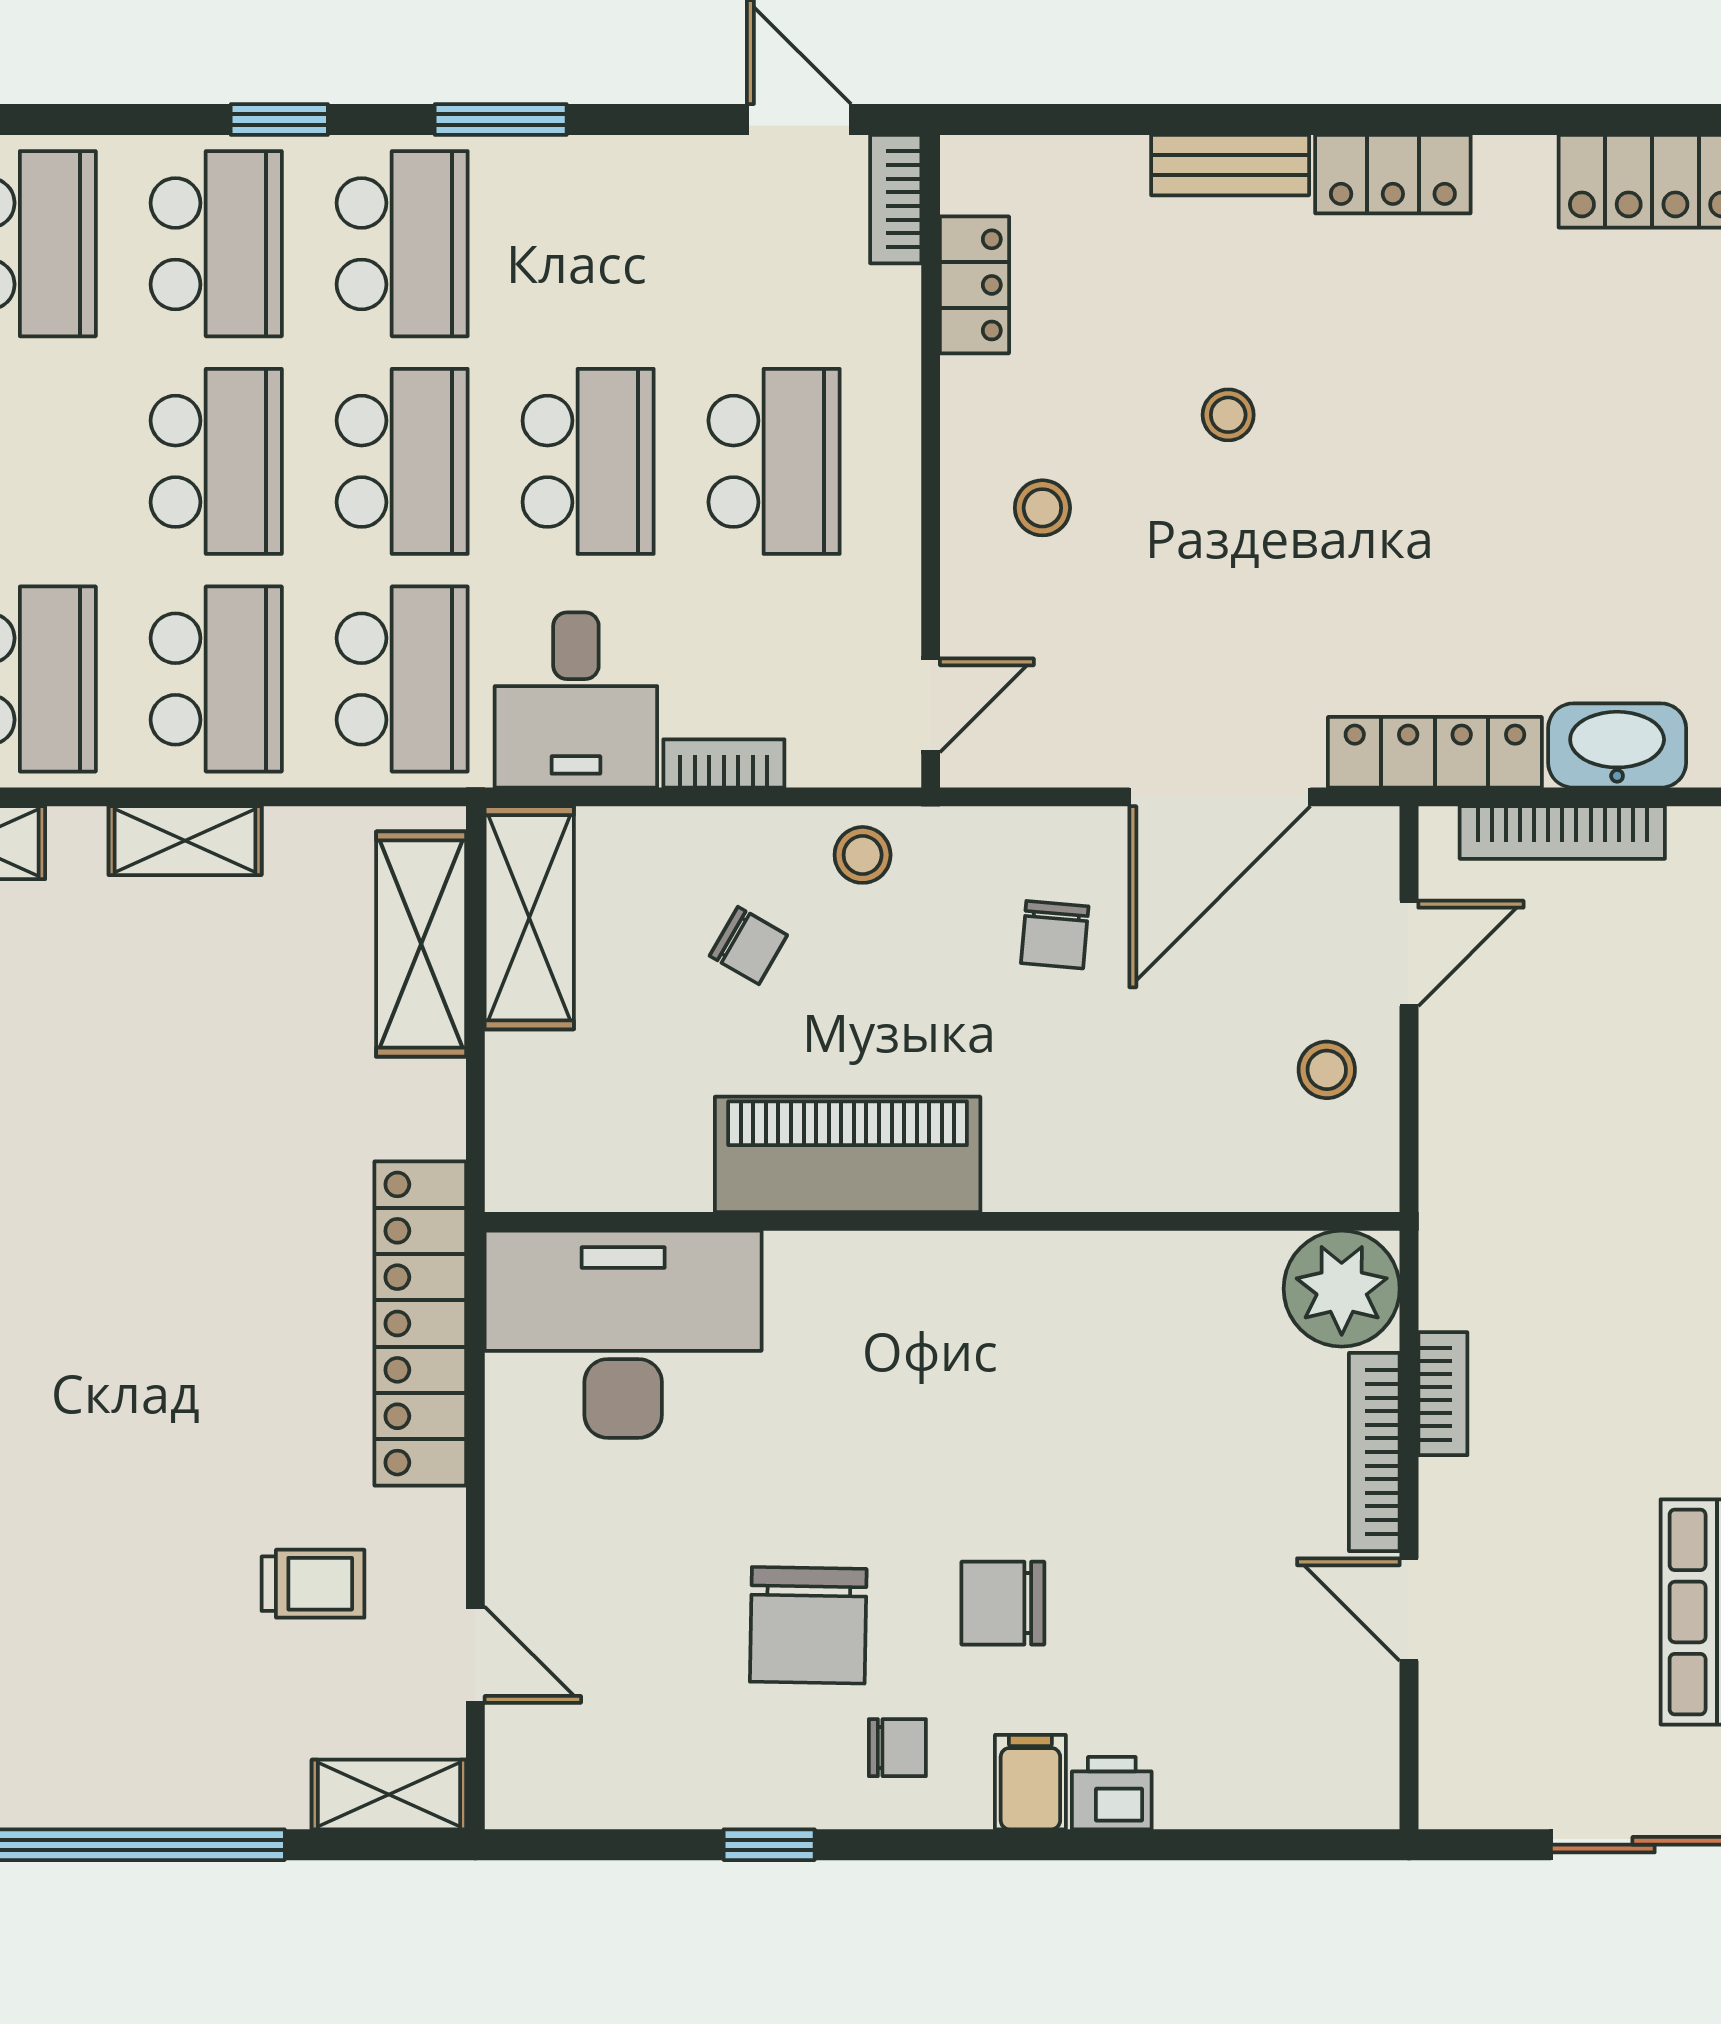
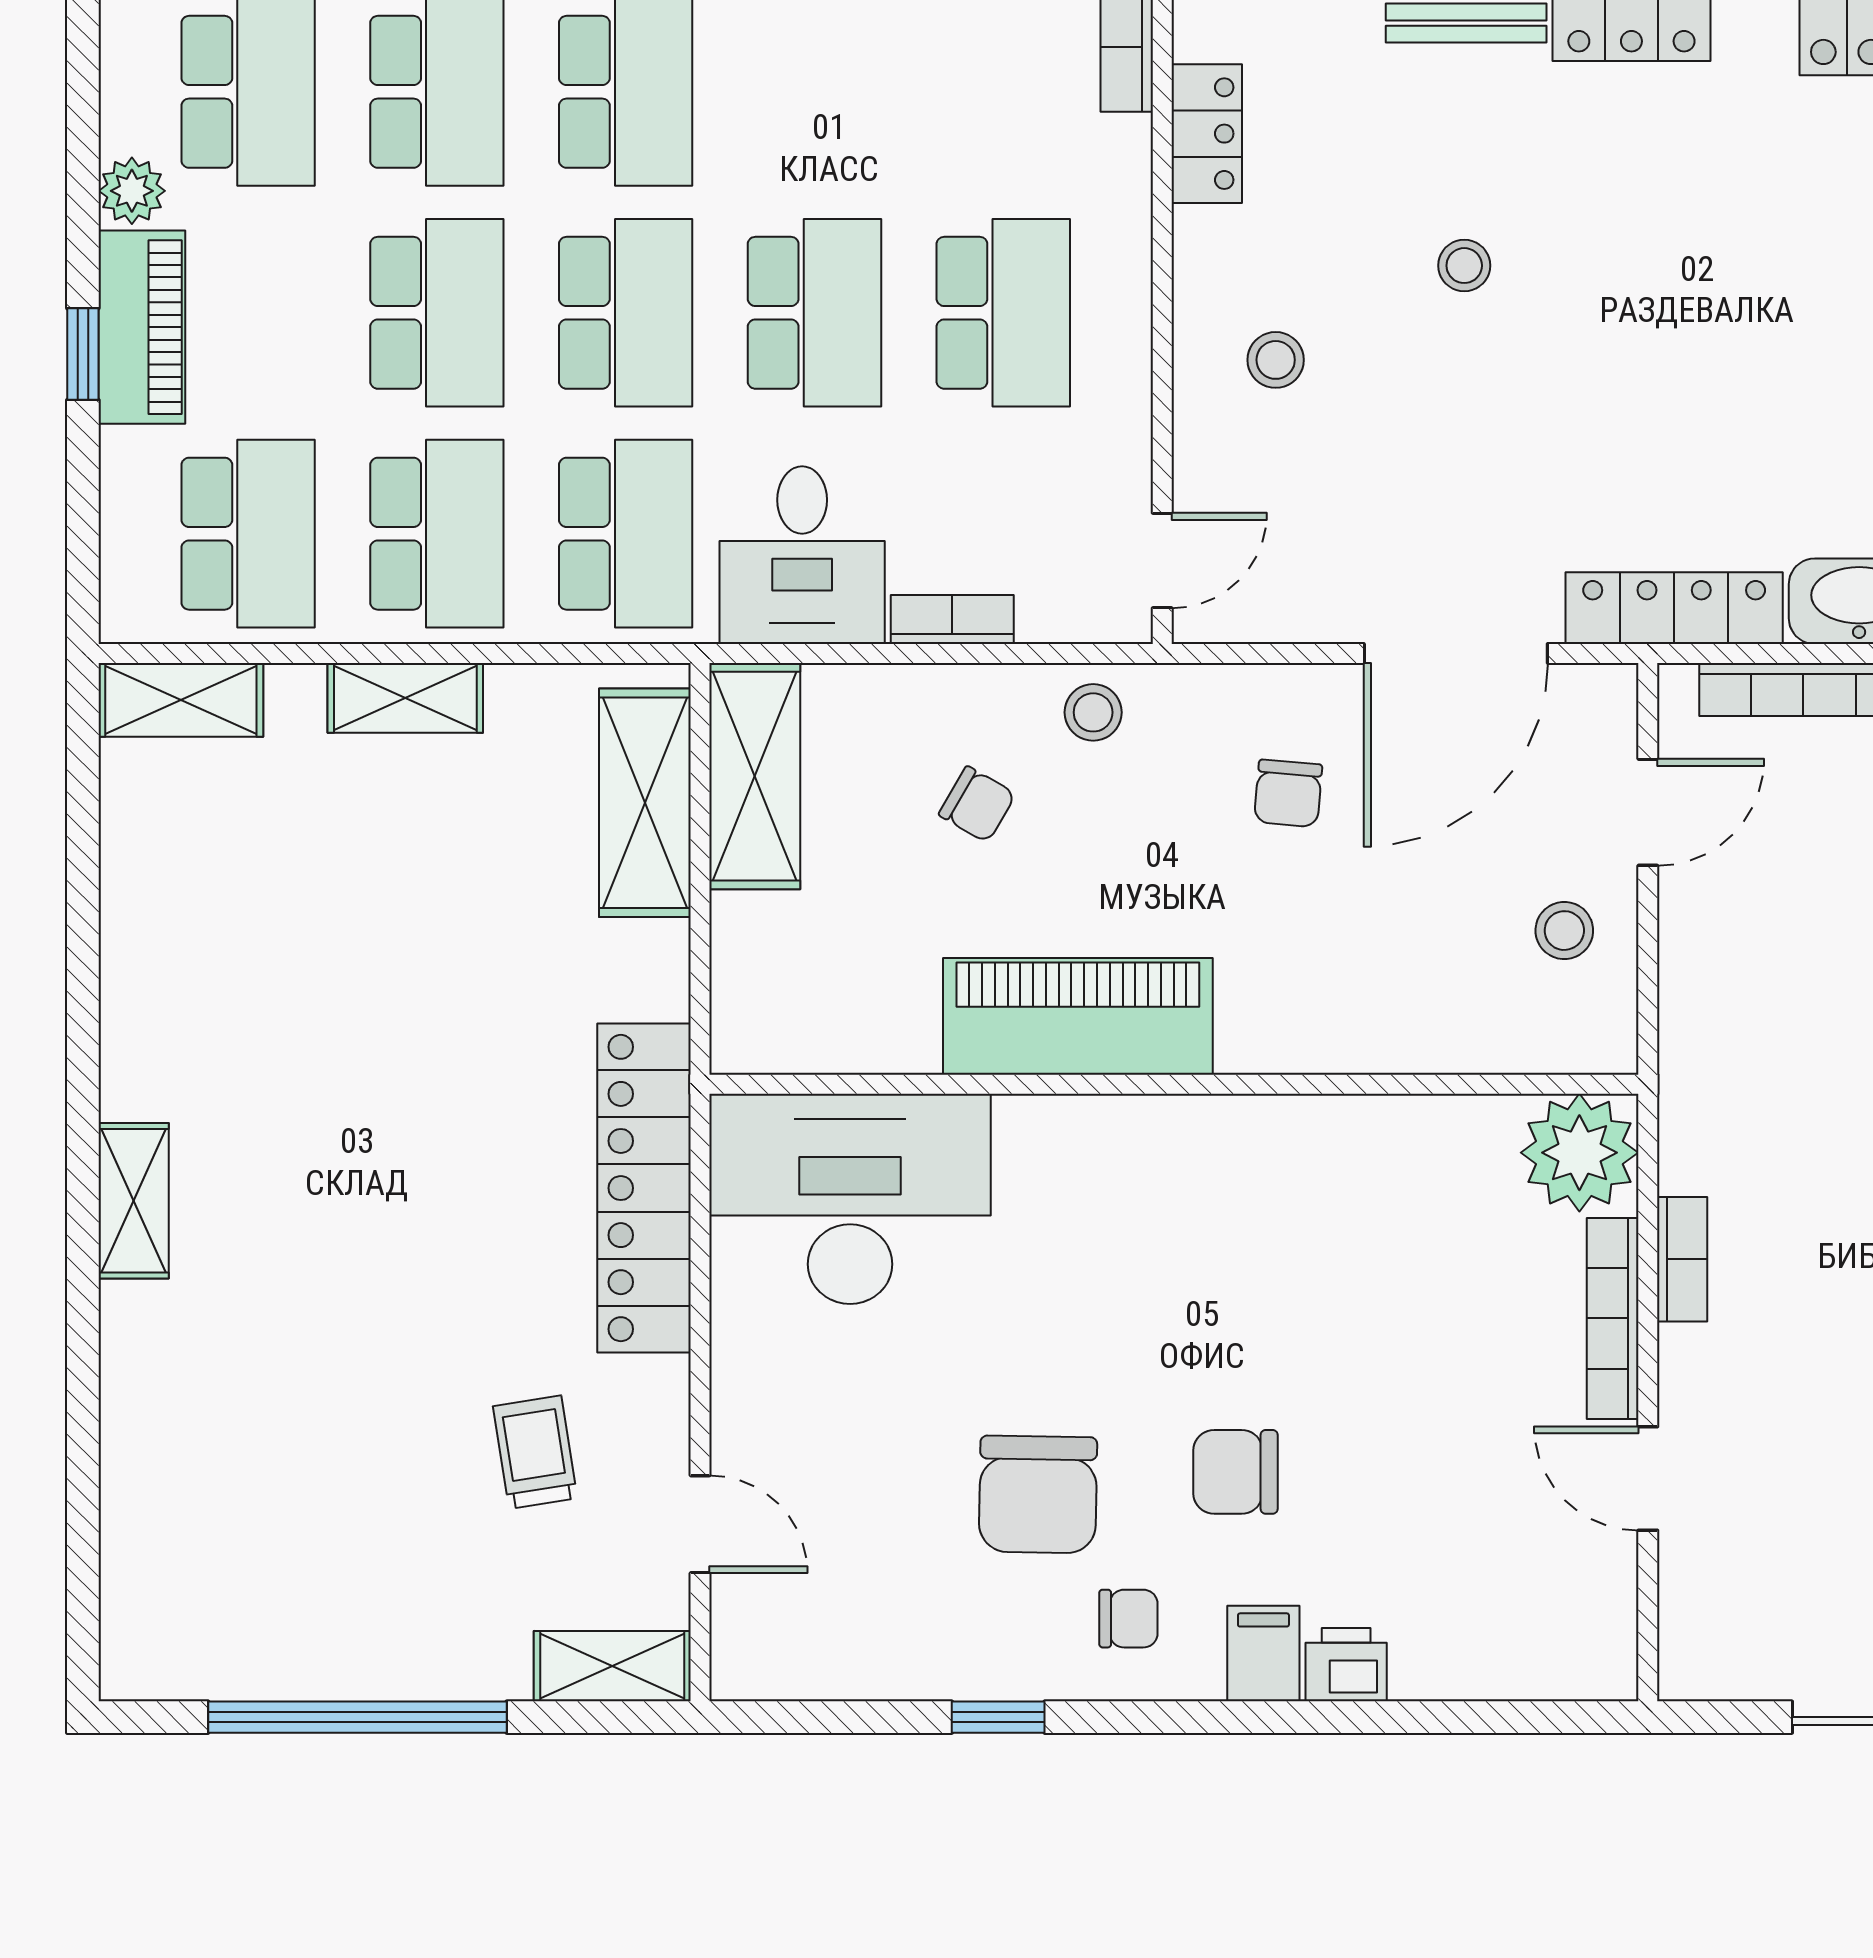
trolley: (313, 1584) -> (535, 1452), turned -99

